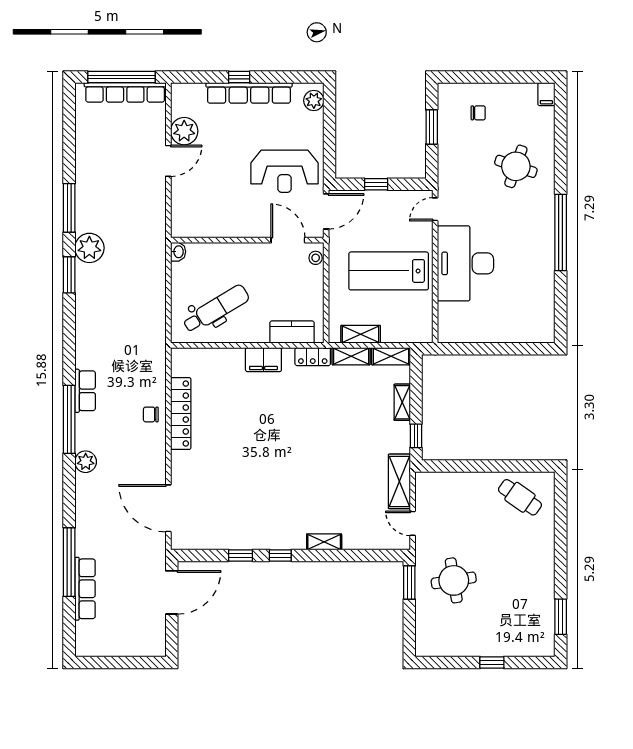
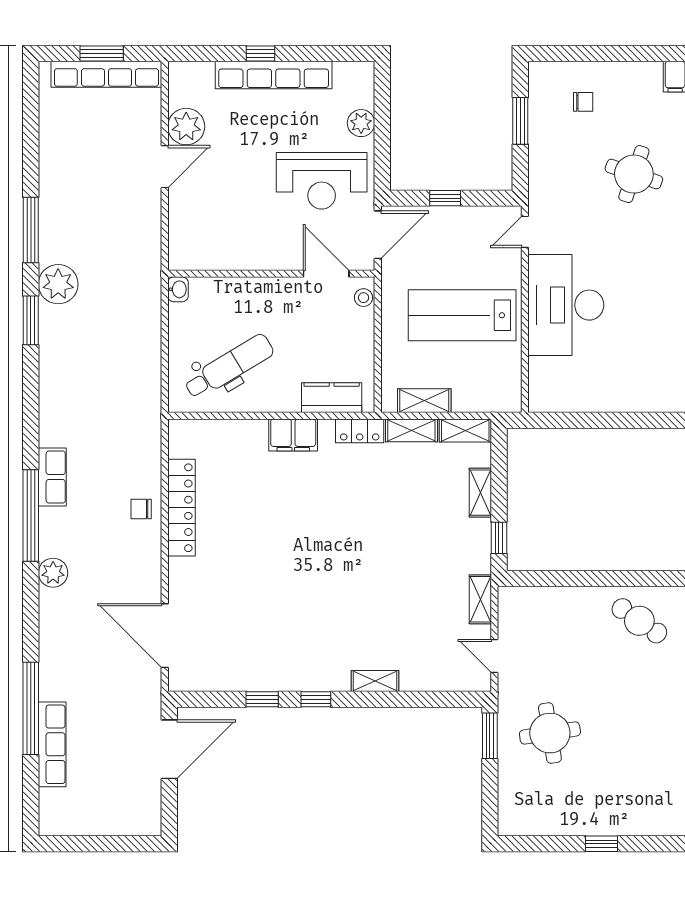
window: (122, 77) -> (102, 54), width x0.47
plant: (314, 100) -> (361, 123), moved
shelving: (399, 481) -> (480, 599), width x0.67, depth x0.75

